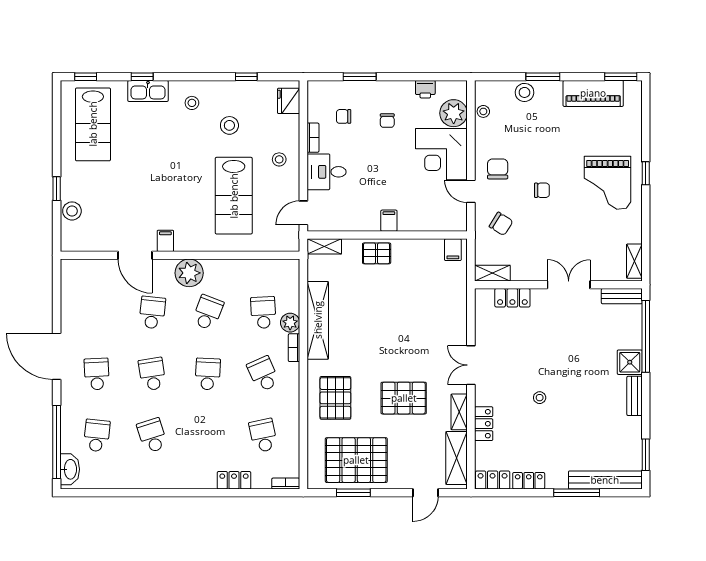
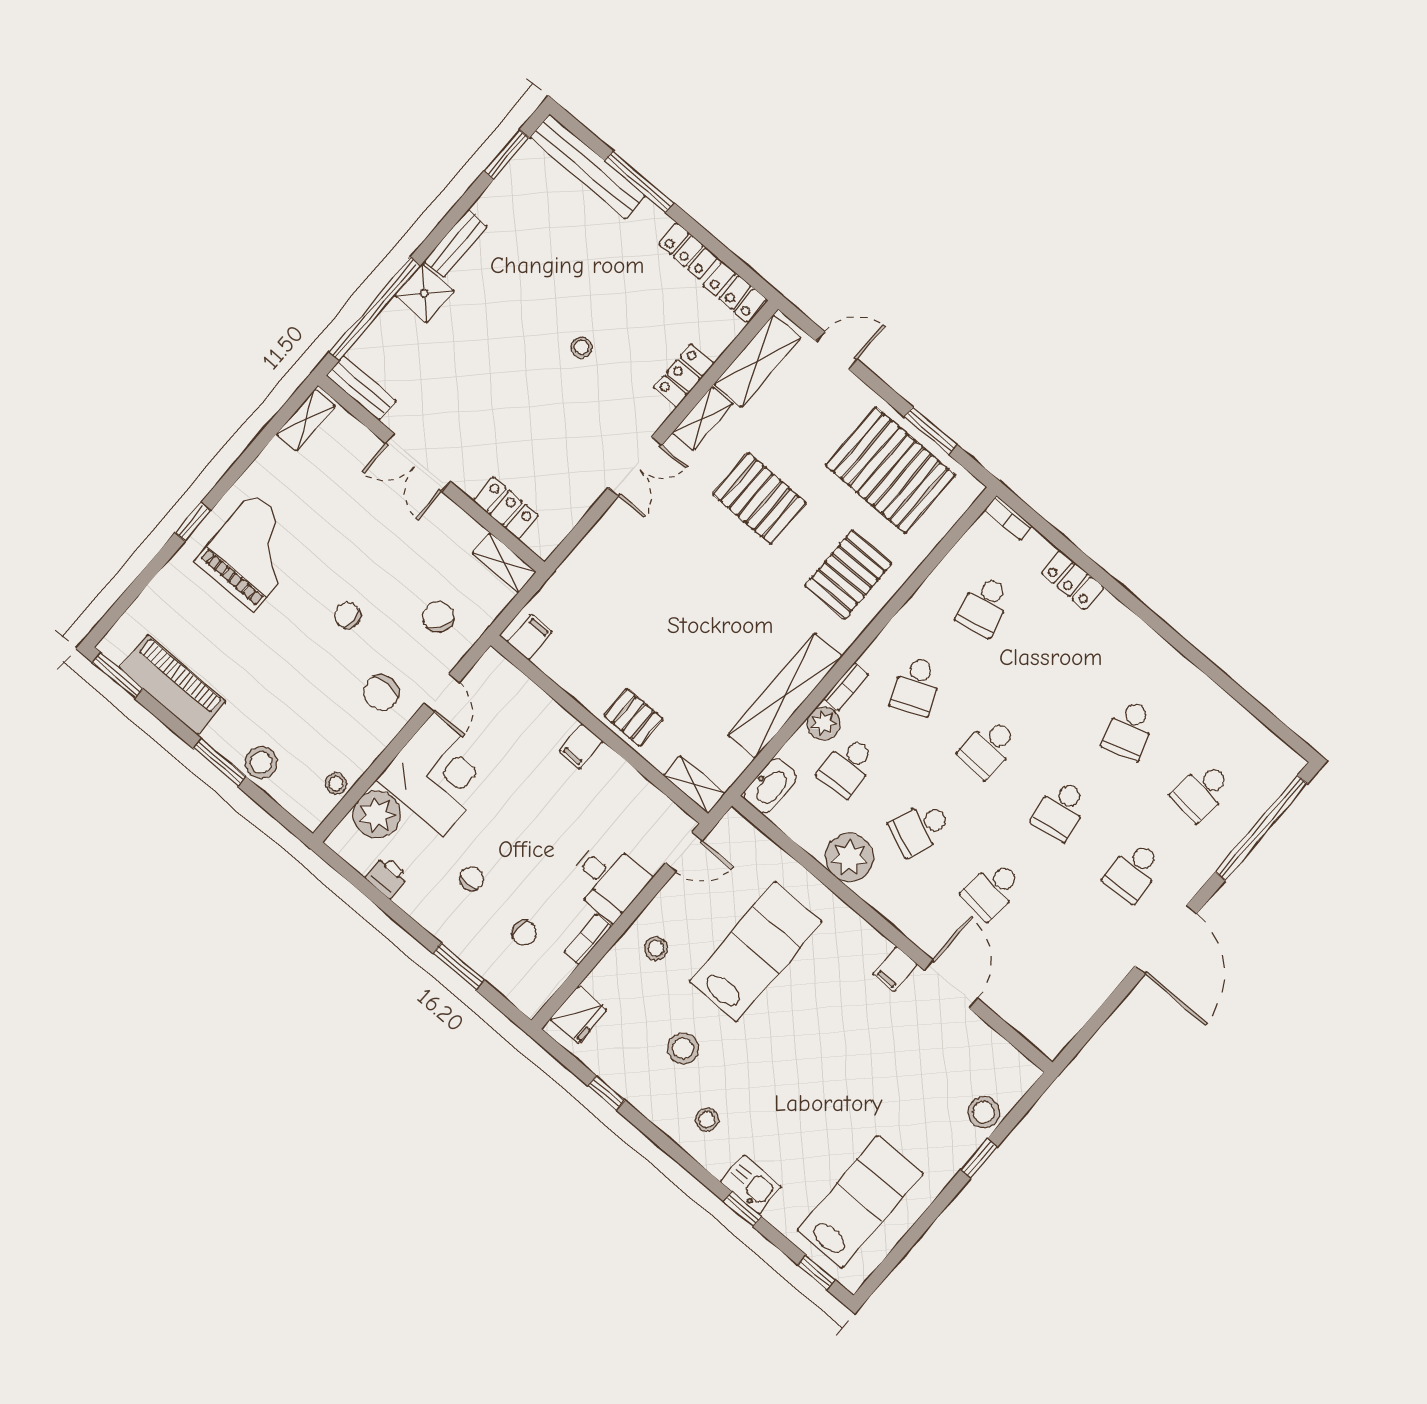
kitchen sink: (148, 91) -> (751, 1184), width x0.73
plant: (189, 273) -> (849, 858), moved
washbasin: (70, 469) -> (770, 786), moved, turned 180

